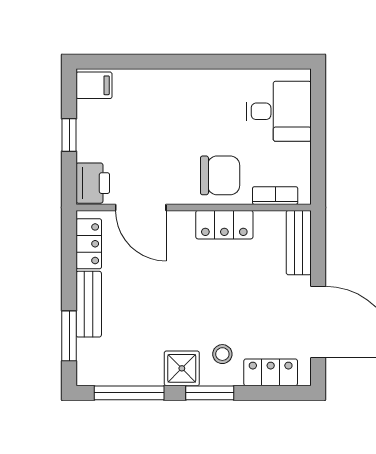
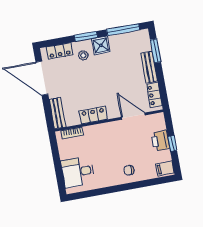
chair: (220, 175) -> (129, 170), moved, width x0.54, depth x0.54
printer: (93, 183) -> (161, 141), moved

